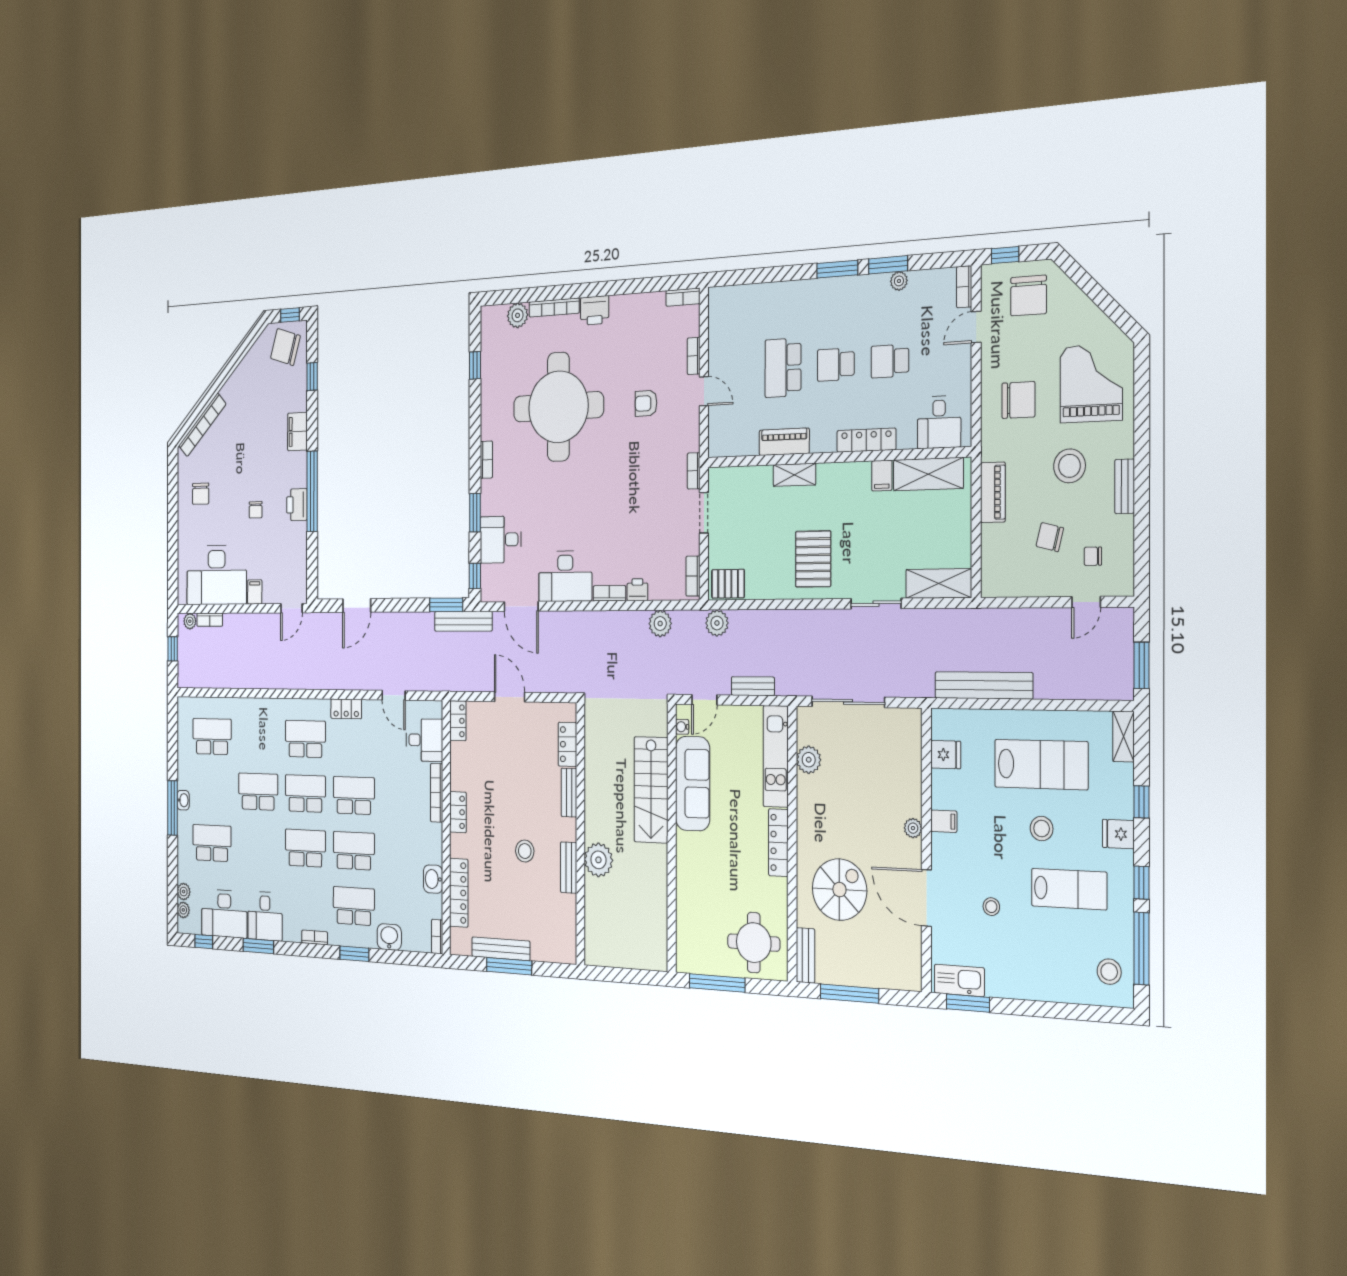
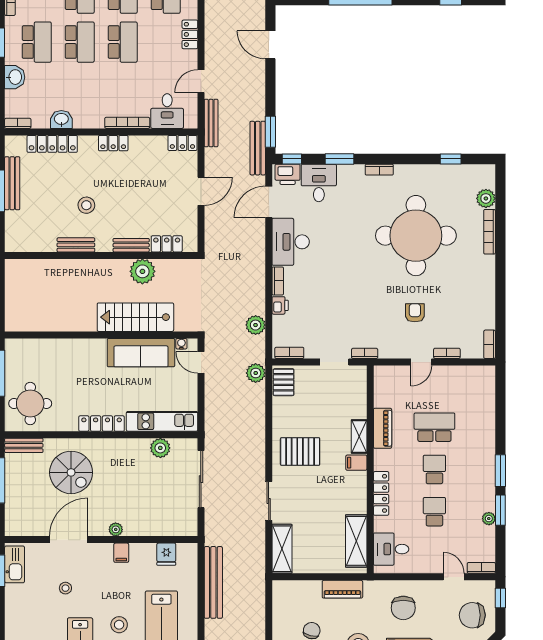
printer: (595, 310) -> (288, 174), moved, turned -90
filing cabinet: (882, 476) -> (356, 463), moved
bench: (753, 686) -> (211, 123), moved, width x1.36
plant: (598, 860) -> (142, 271), moved

